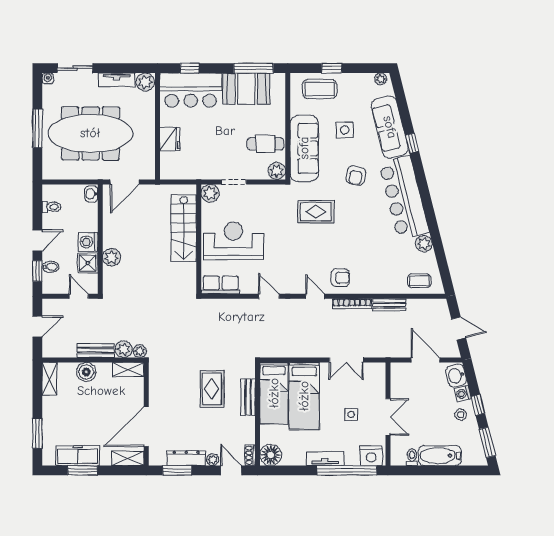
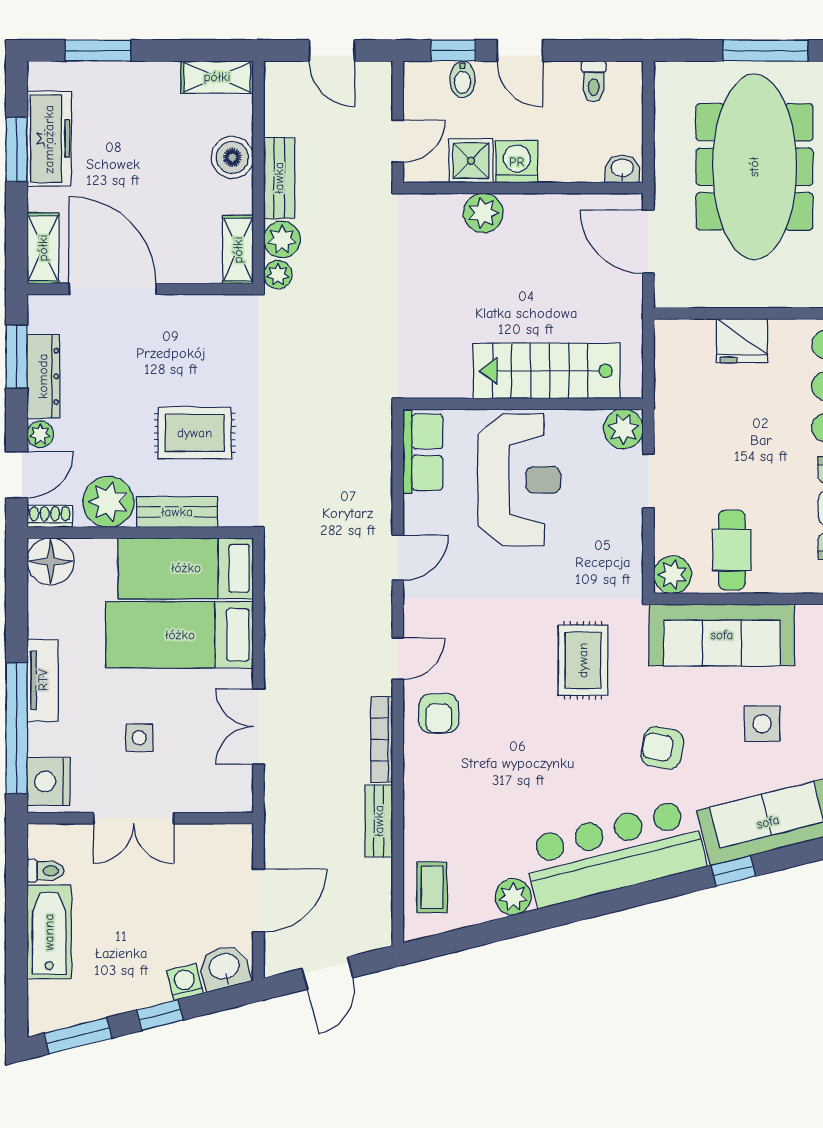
stool: (461, 415) -> (139, 977), removed
plant: (244, 429) -> (108, 502), added

